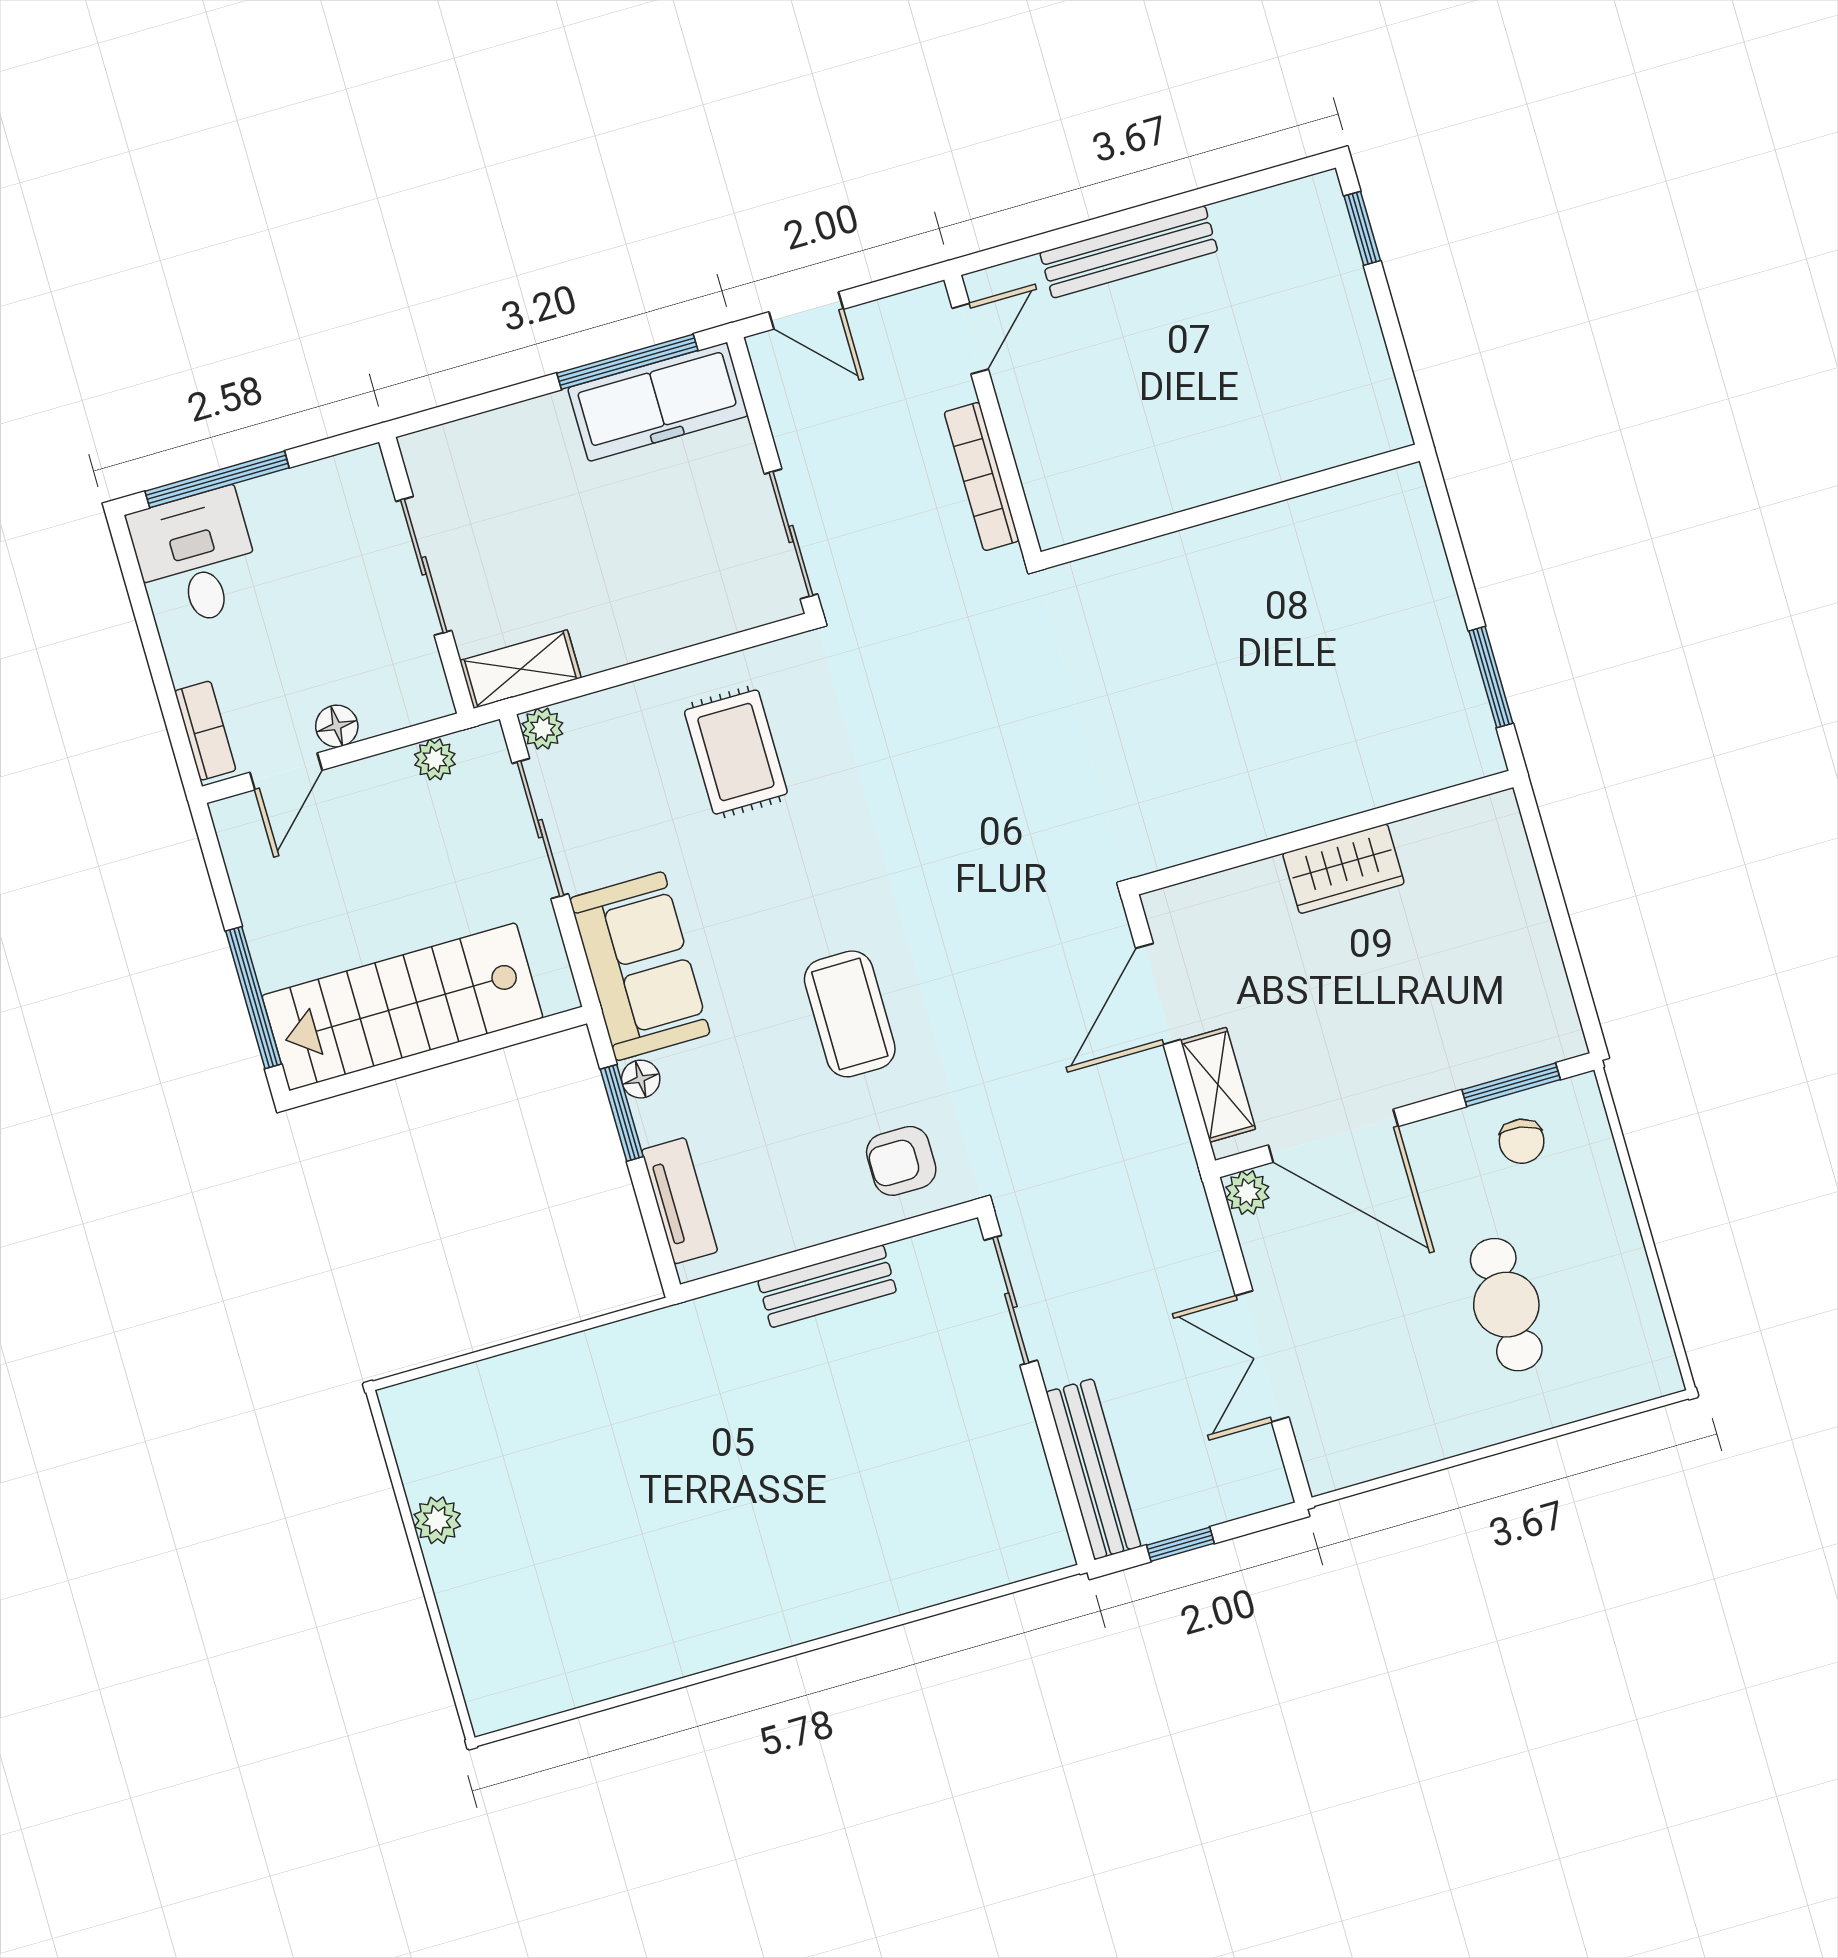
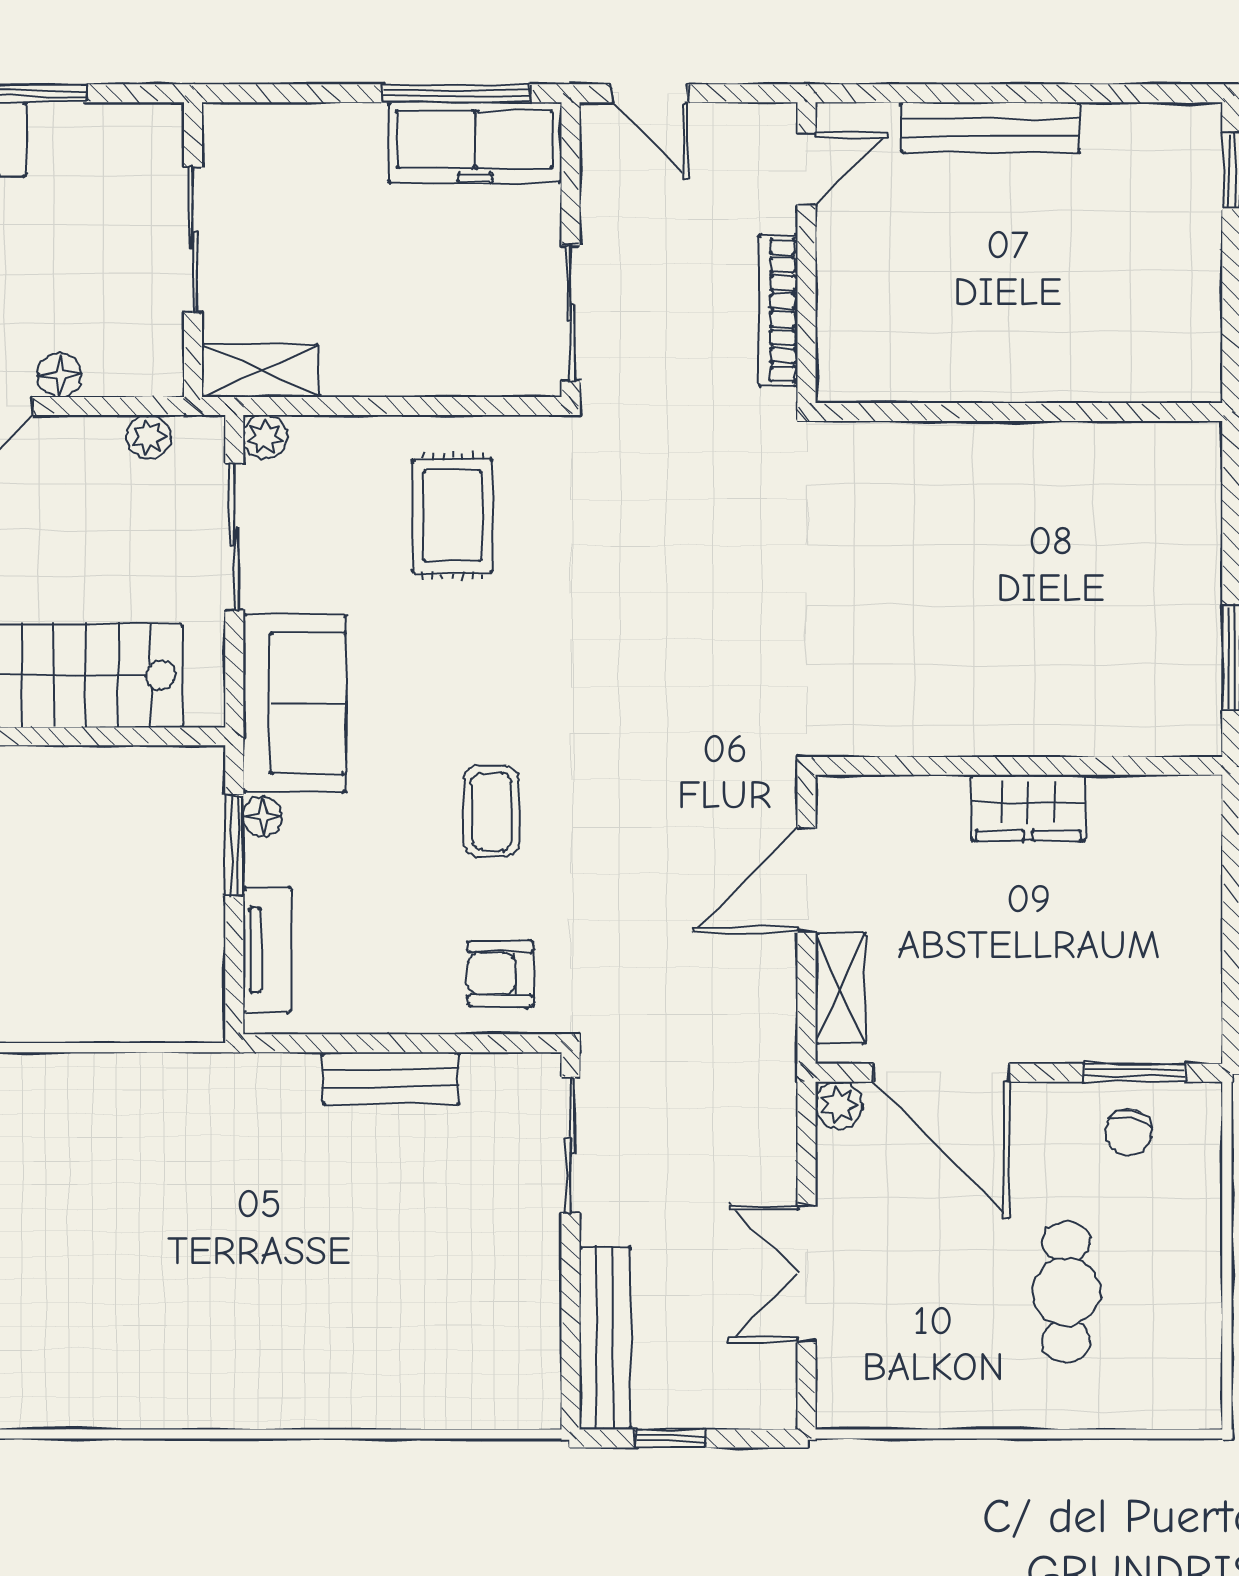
coffee table: (850, 1014) -> (491, 811), width x0.73, depth x0.77

